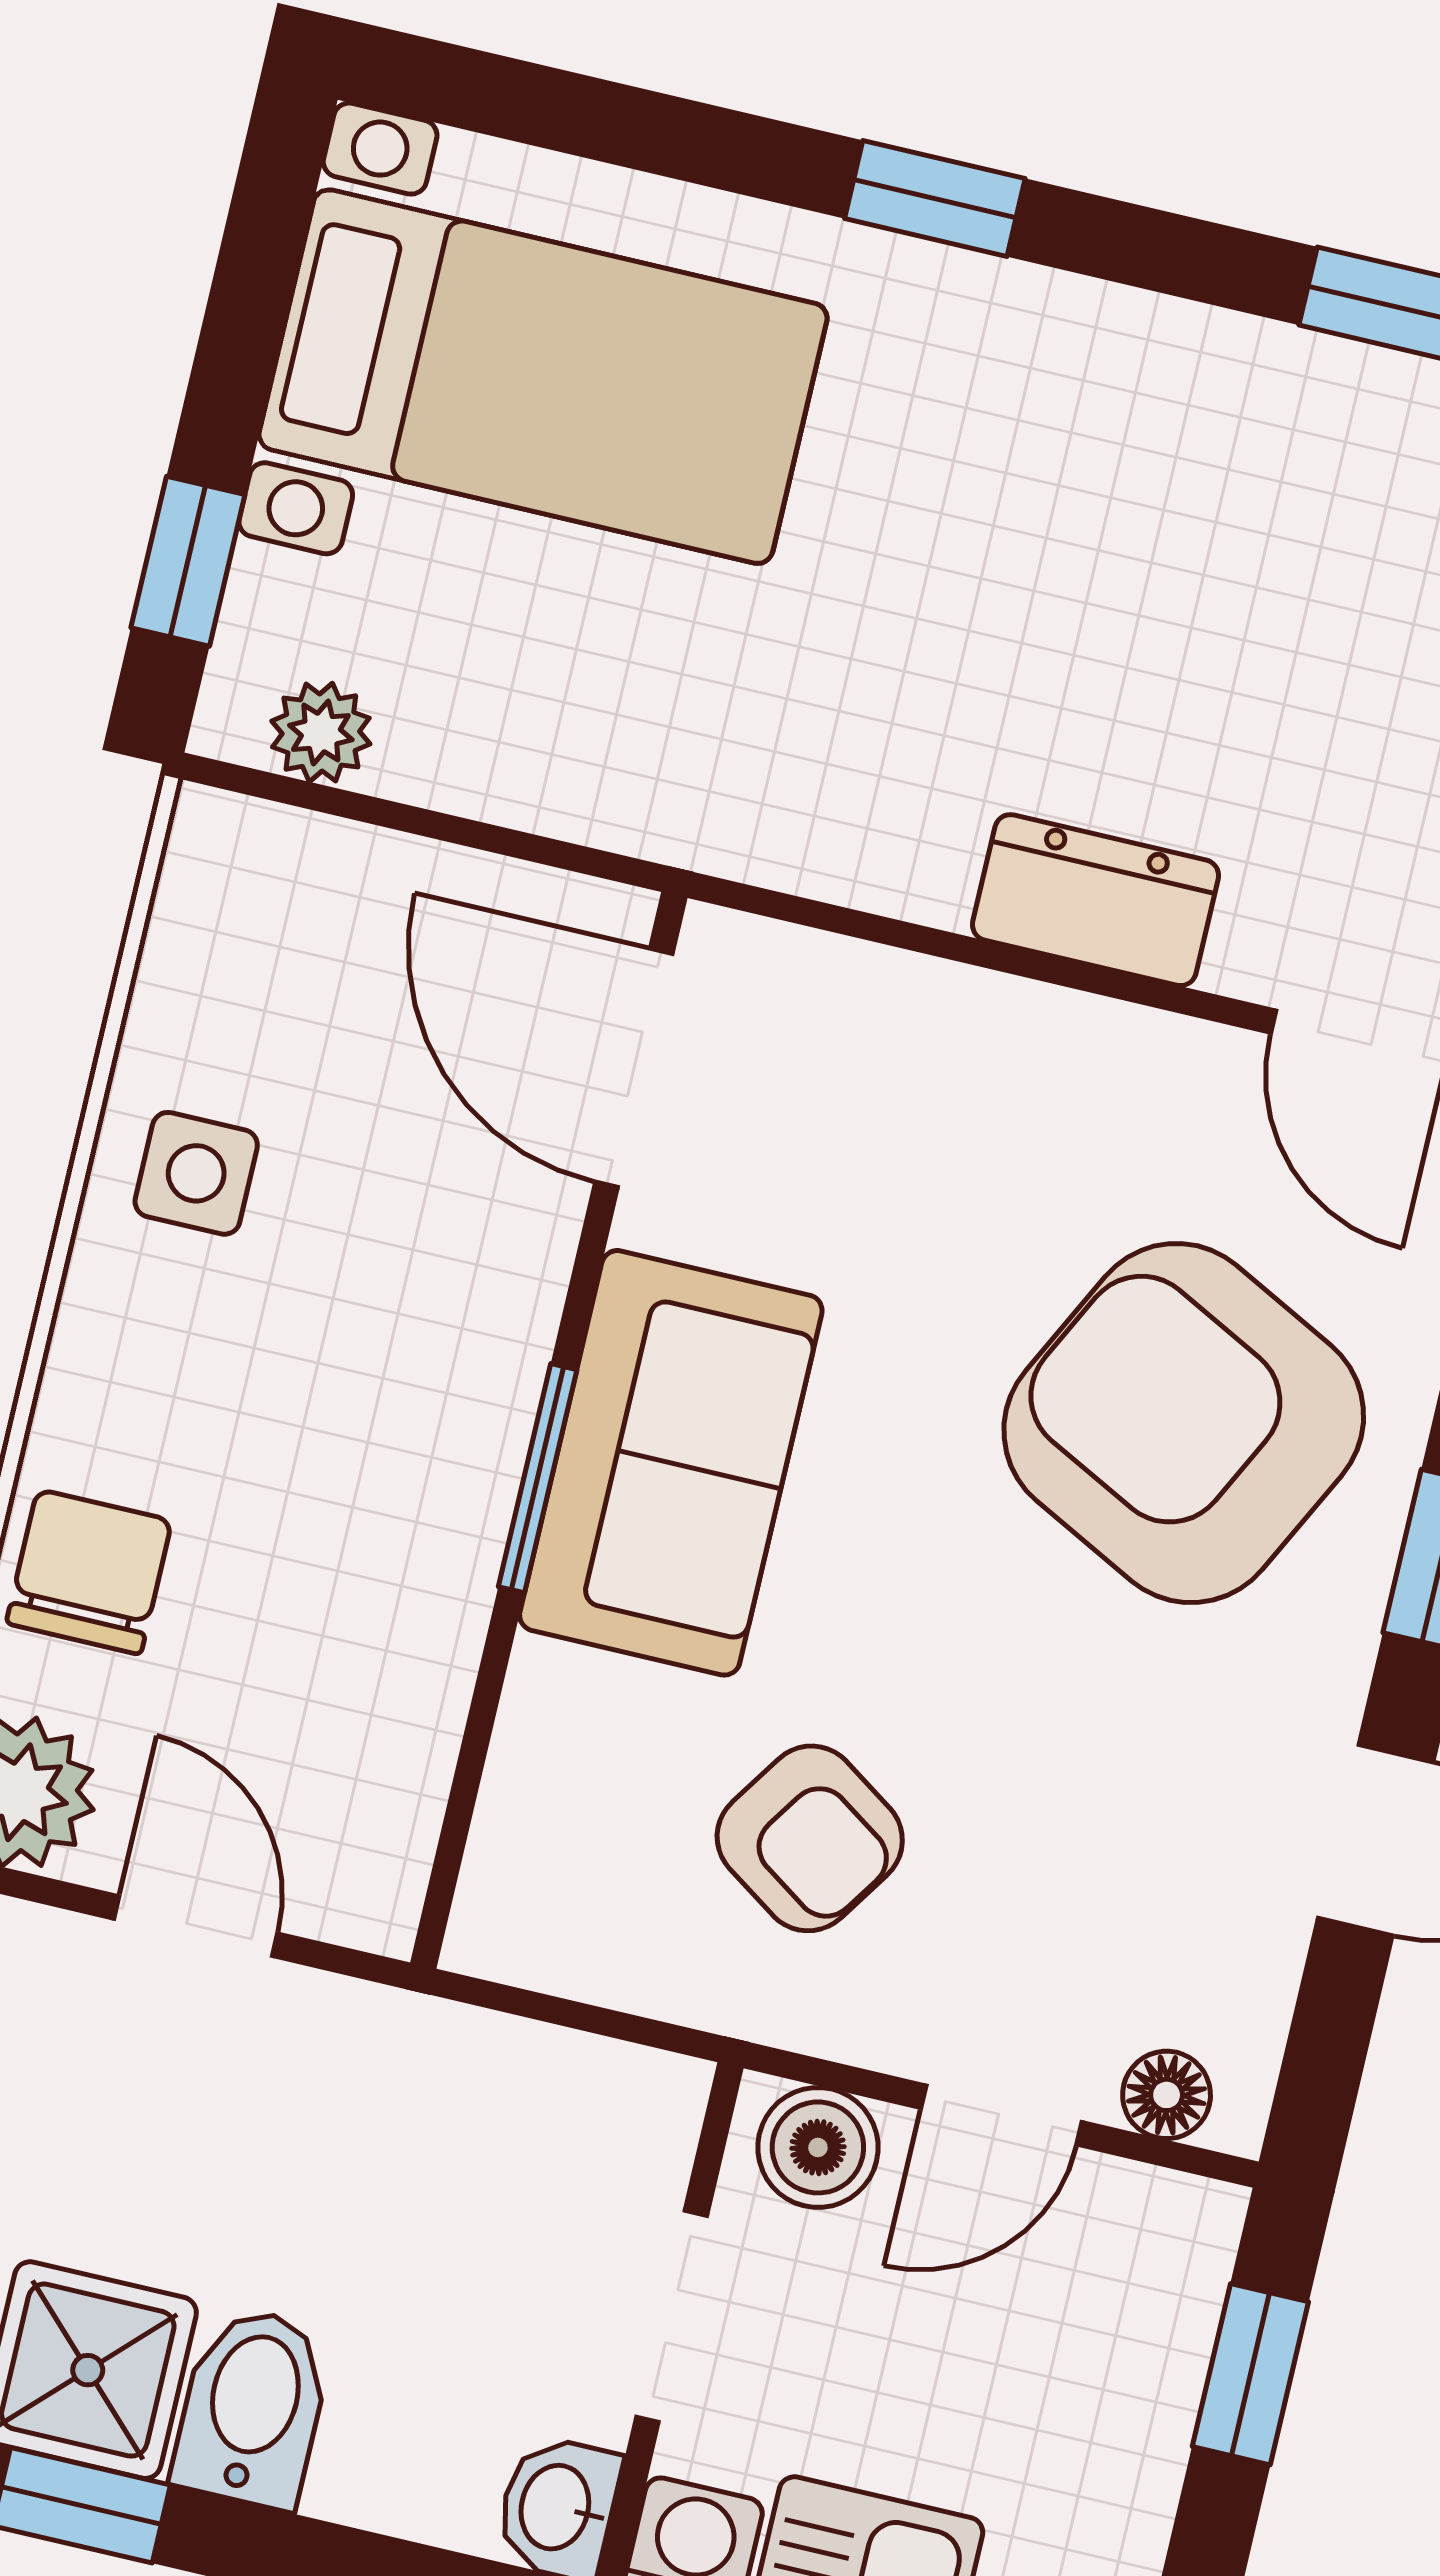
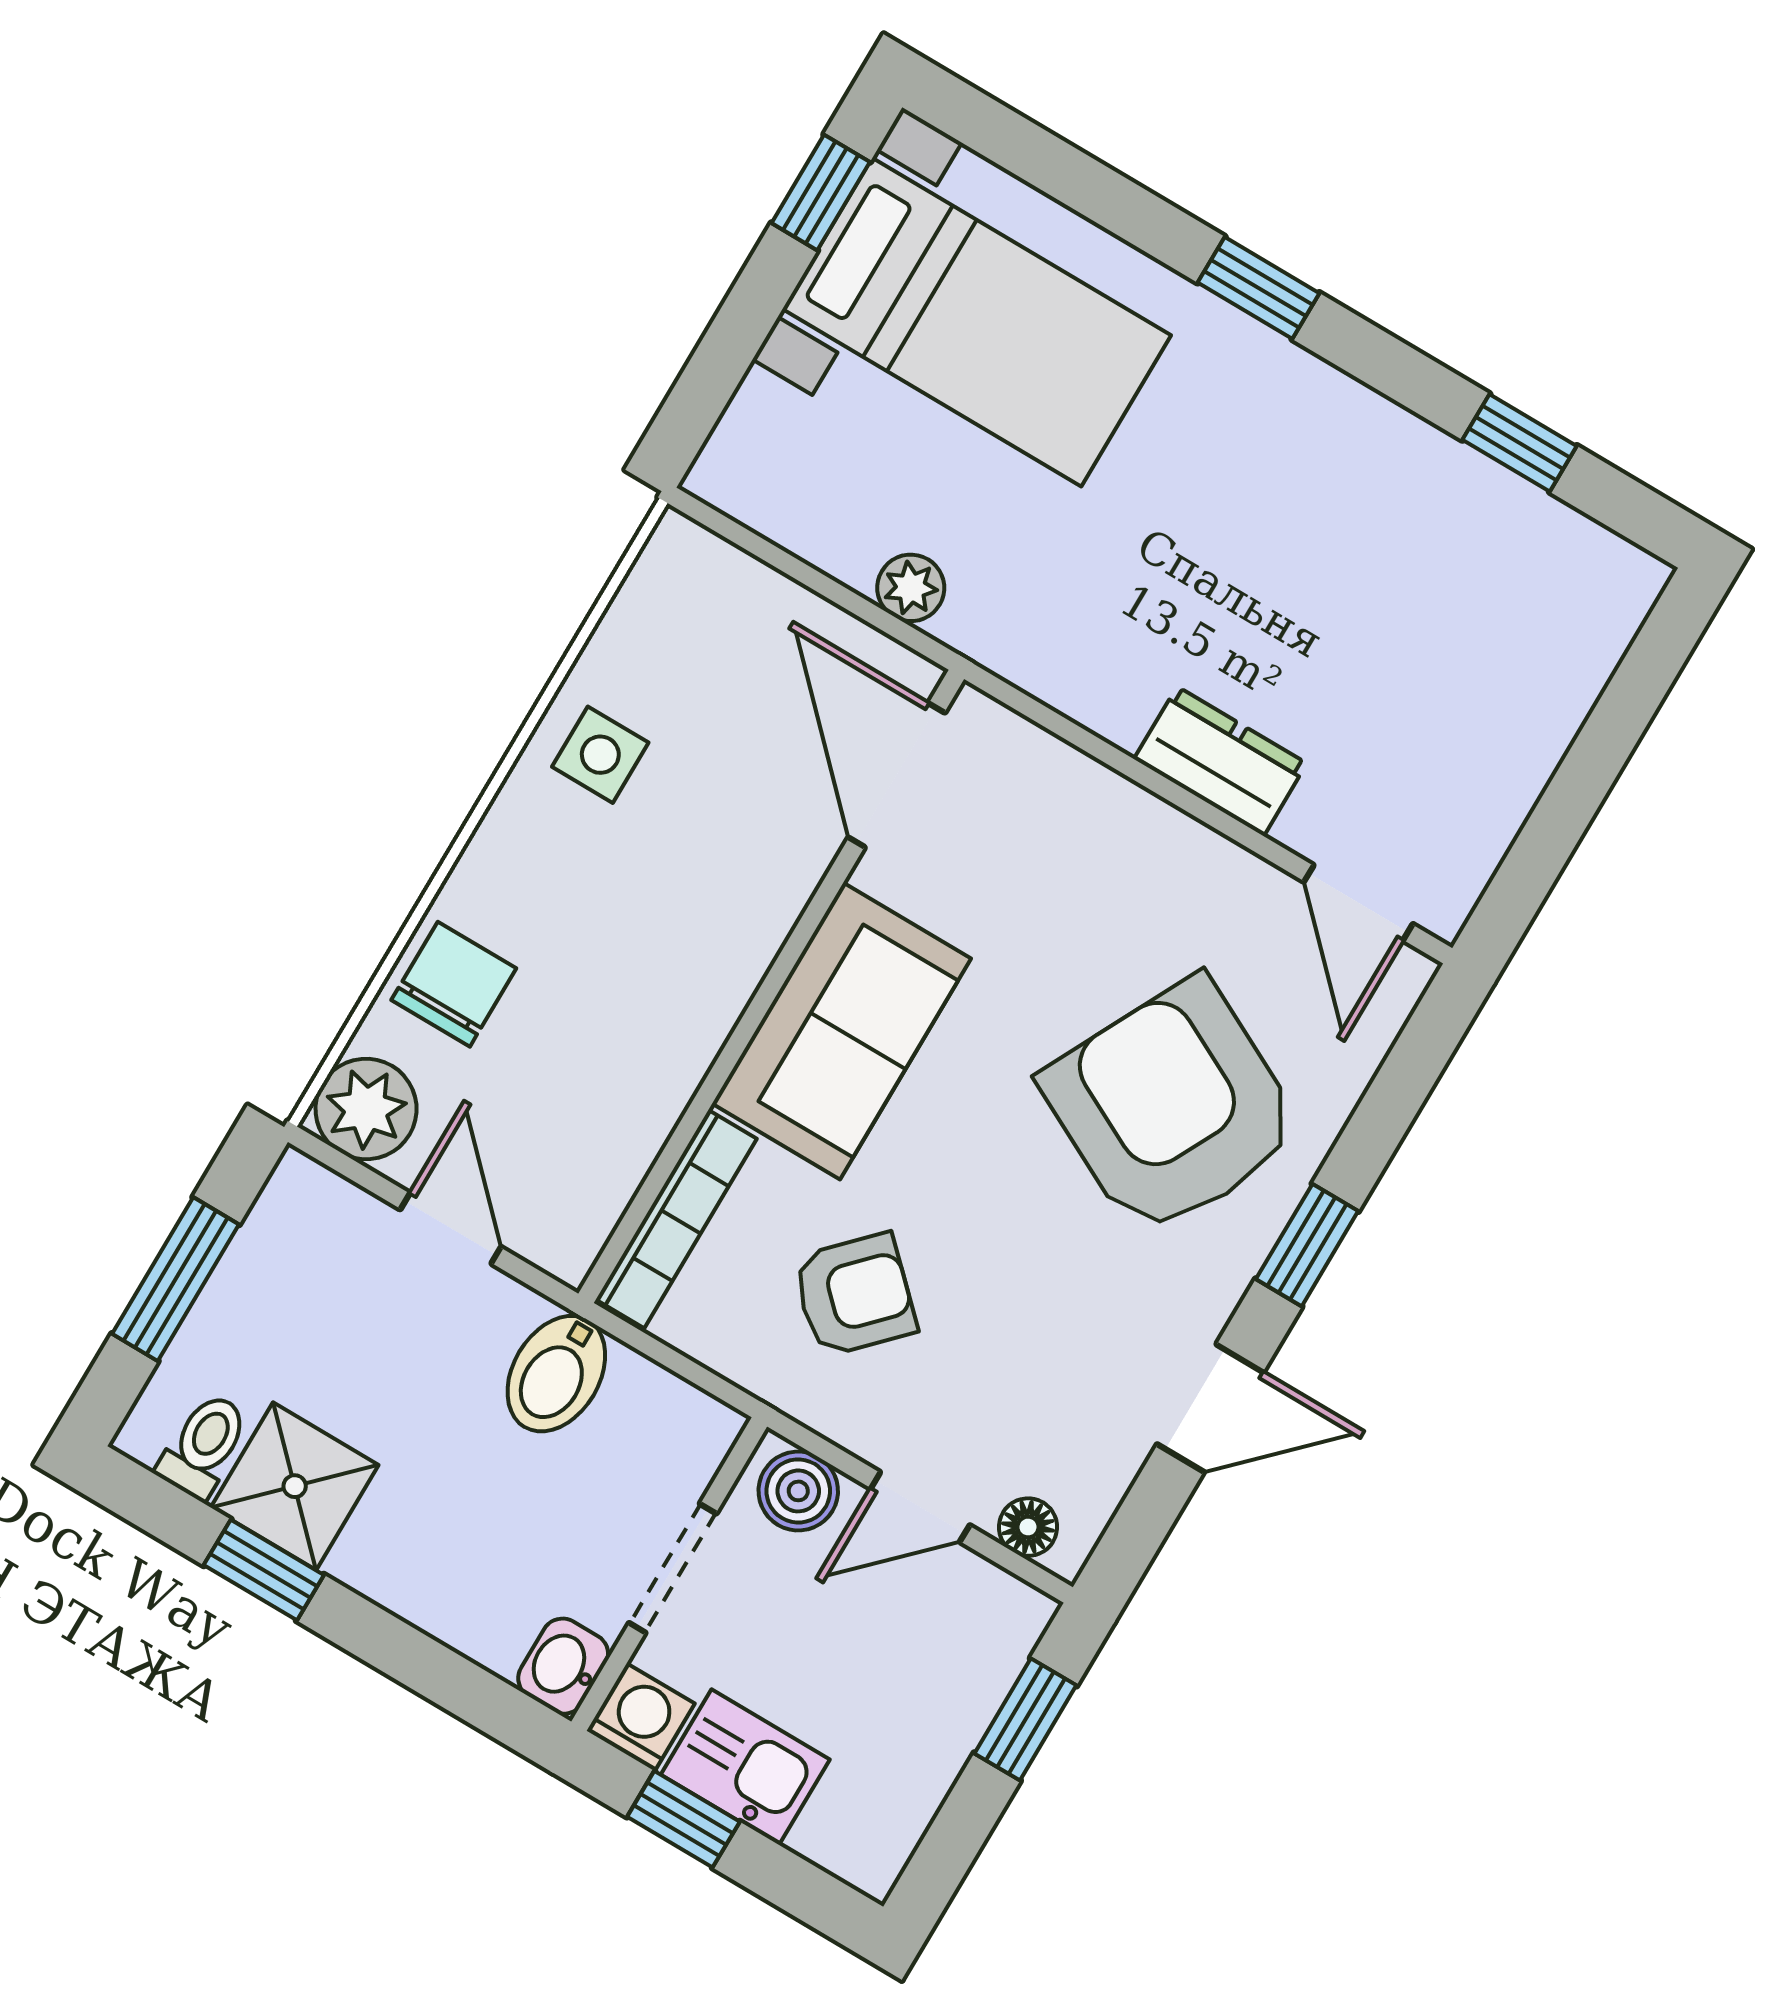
window: (188, 561) -> (821, 192), moved
plant: (321, 732) -> (911, 588), moved
window: (538, 1478) -> (755, 1014), removed
bookcase: (518, 1810) -> (676, 1219), added
armchair: (810, 1838) -> (854, 1295), turned -80
bidet: (252, 2407) -> (556, 1374), moved, turned 180

